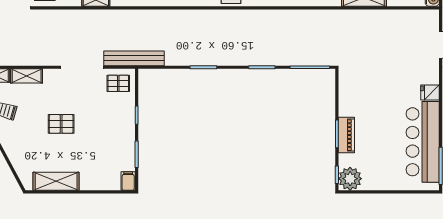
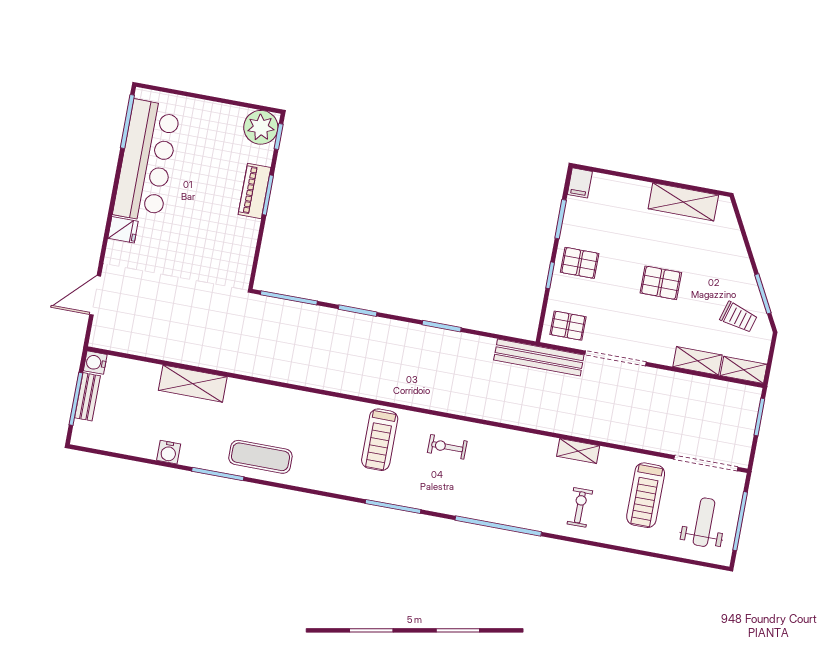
pallet: (118, 127) -> (580, 263), added

